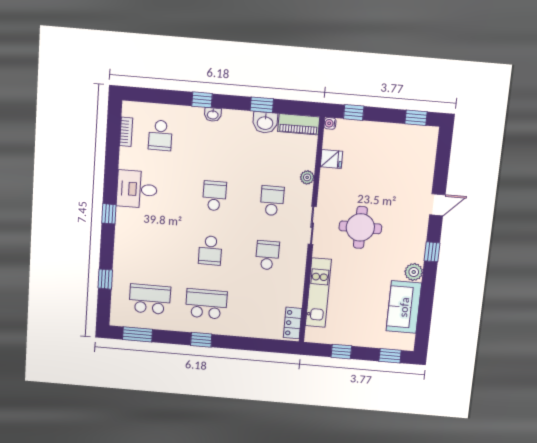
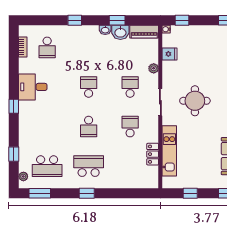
washbasin: (213, 115) -> (105, 30), moved
school desk: (150, 299) -> (47, 166), turned 180
plant: (116, 310) -> (23, 176), added
locker: (293, 323) -> (153, 154), moved

